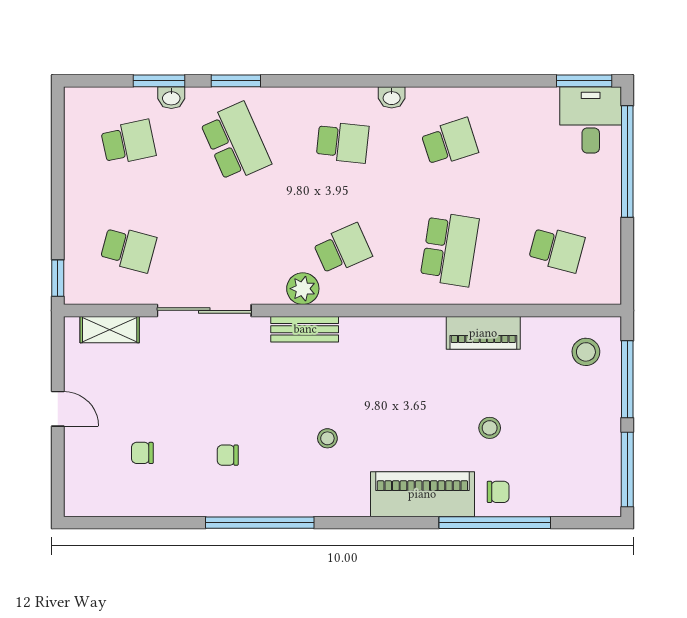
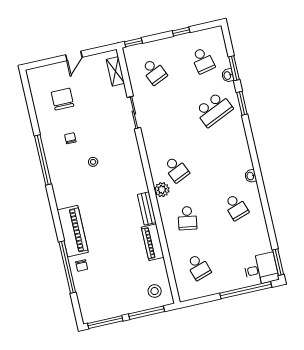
school desk: (343, 142) -> (225, 158), removed
window: (58, 174) -> (181, 32), added
school desk: (128, 249) -> (154, 72), turned -39
school desk: (450, 249) -> (187, 218), width x0.54
school desk: (557, 249) -> (198, 267), turned -33
plant: (303, 289) -> (162, 190), moved
sliding door: (204, 310) -> (134, 113), width x0.73
bench: (305, 329) -> (147, 209), moved
stool: (490, 428) -> (110, 255), removed
stool: (327, 438) -> (93, 162), moved
chair: (142, 453) -> (63, 99), width x1.87, depth x1.87

